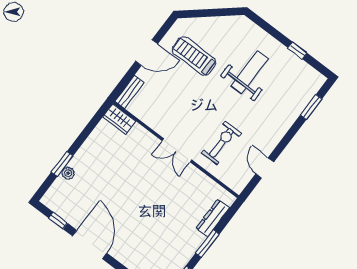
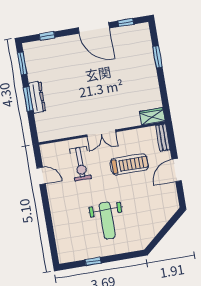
treadmill: (194, 56) -> (129, 164), moved
window: (311, 107) -> (52, 238), removed
double door: (177, 150) -> (101, 133), swing flipped
plant: (68, 173) -> (149, 55), removed
dresser: (213, 218) -> (37, 97), moved

